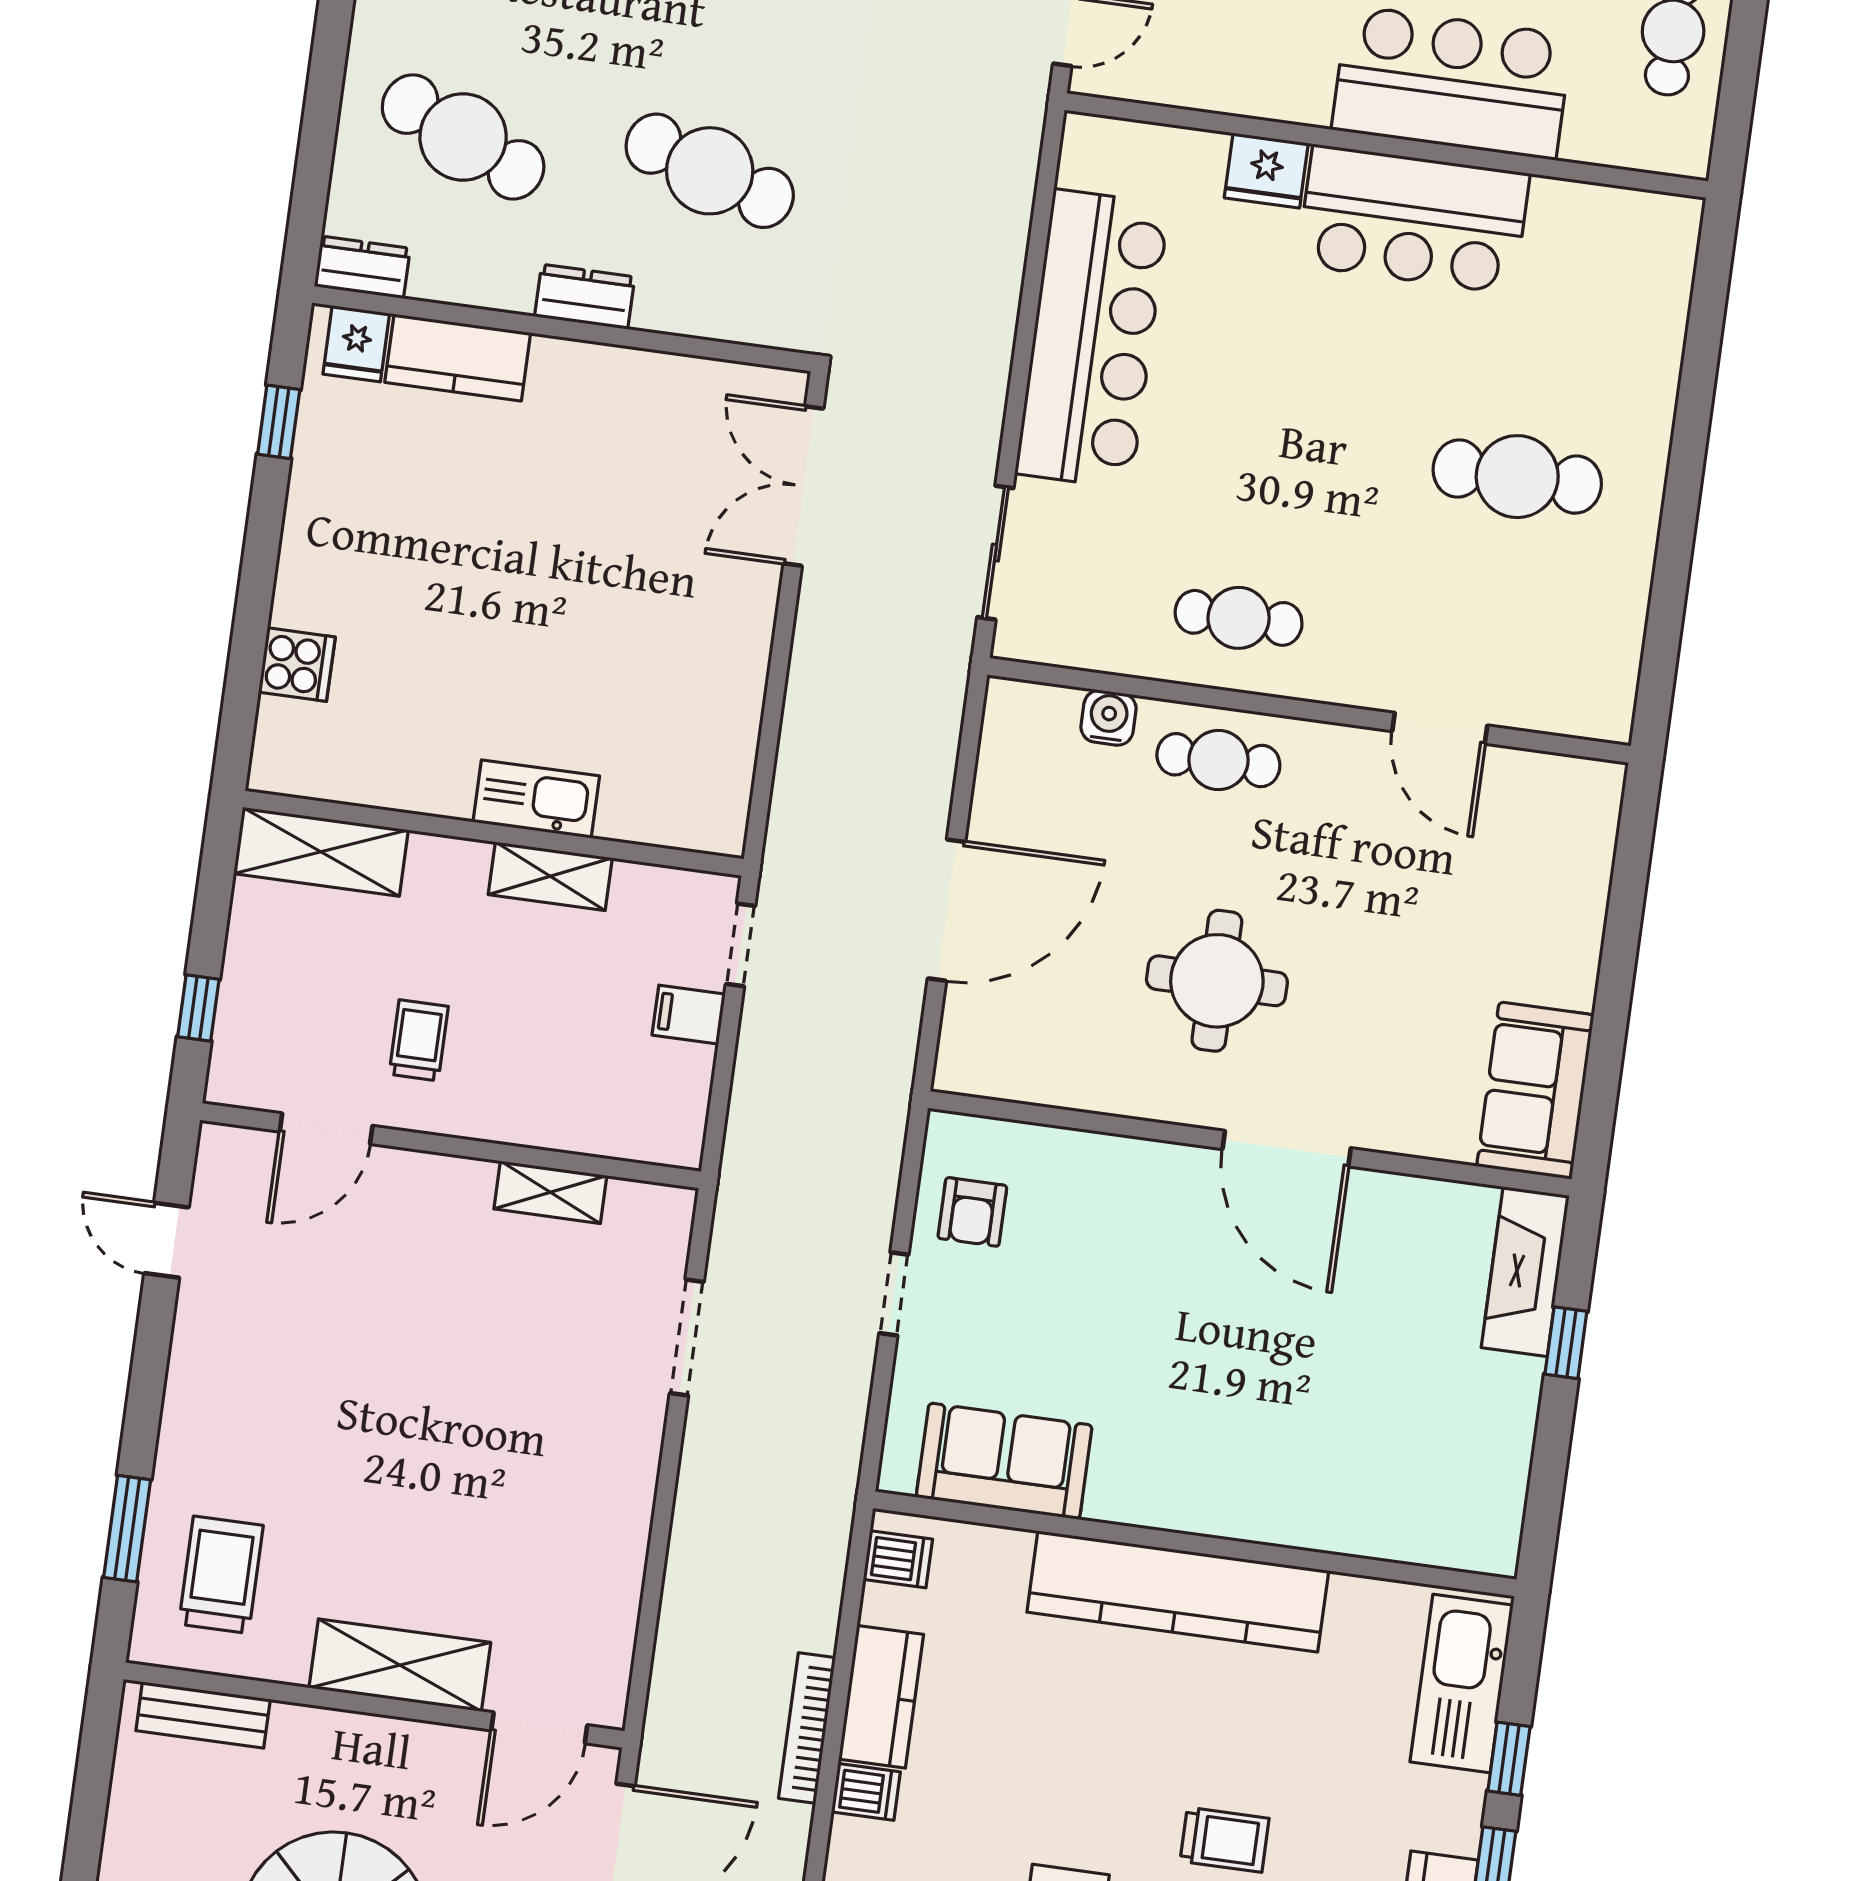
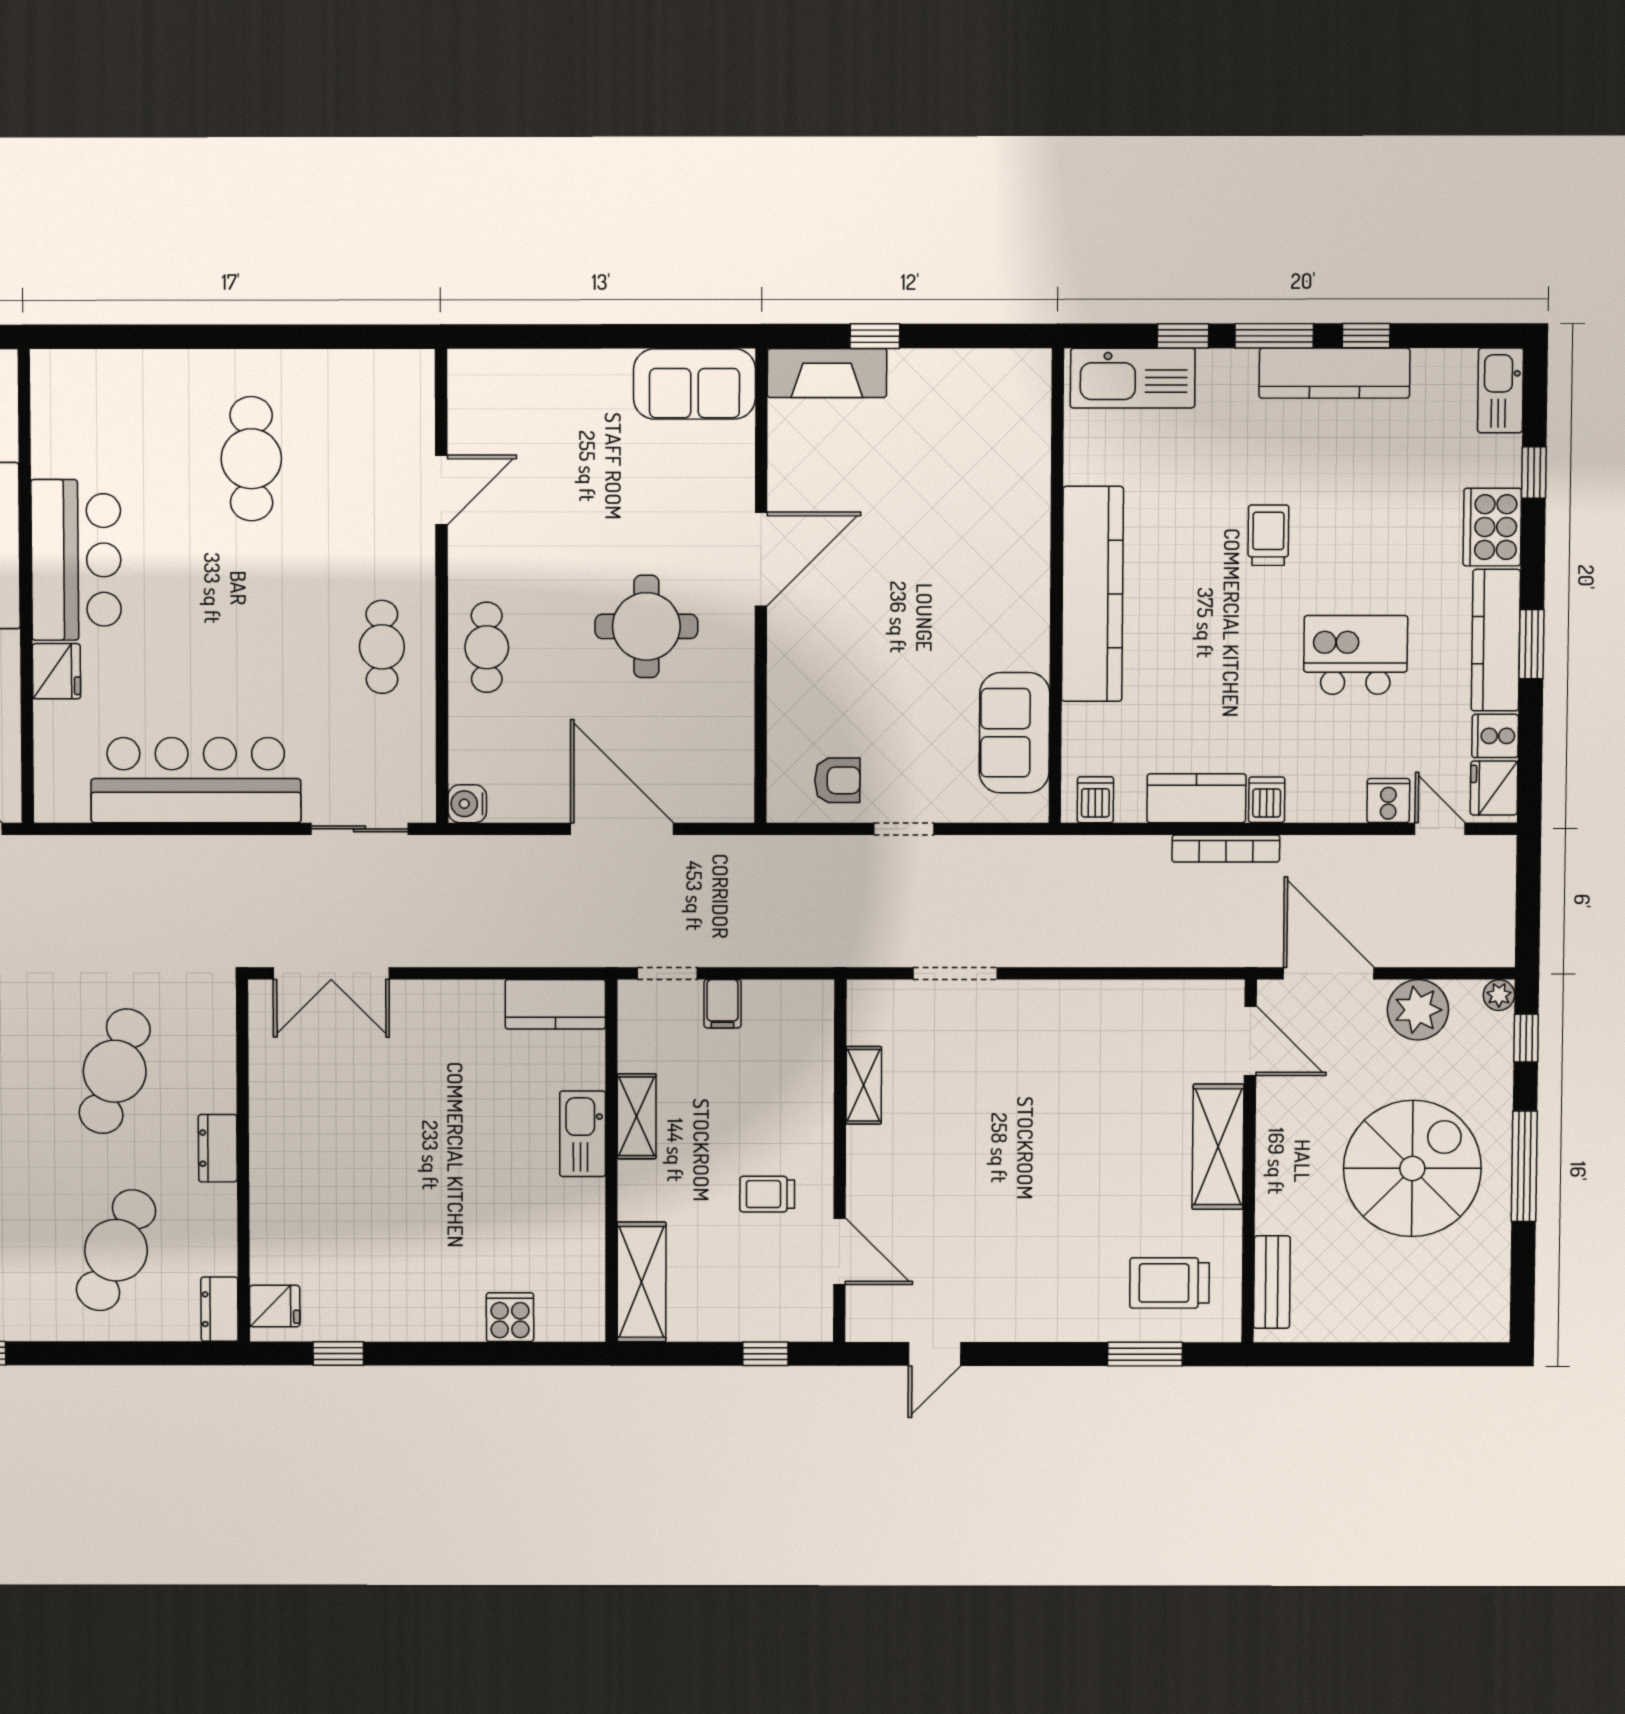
kitchen counter: (458, 358) -> (555, 1004), moved, turned 90
water cooler: (1109, 718) -> (467, 804), moved

